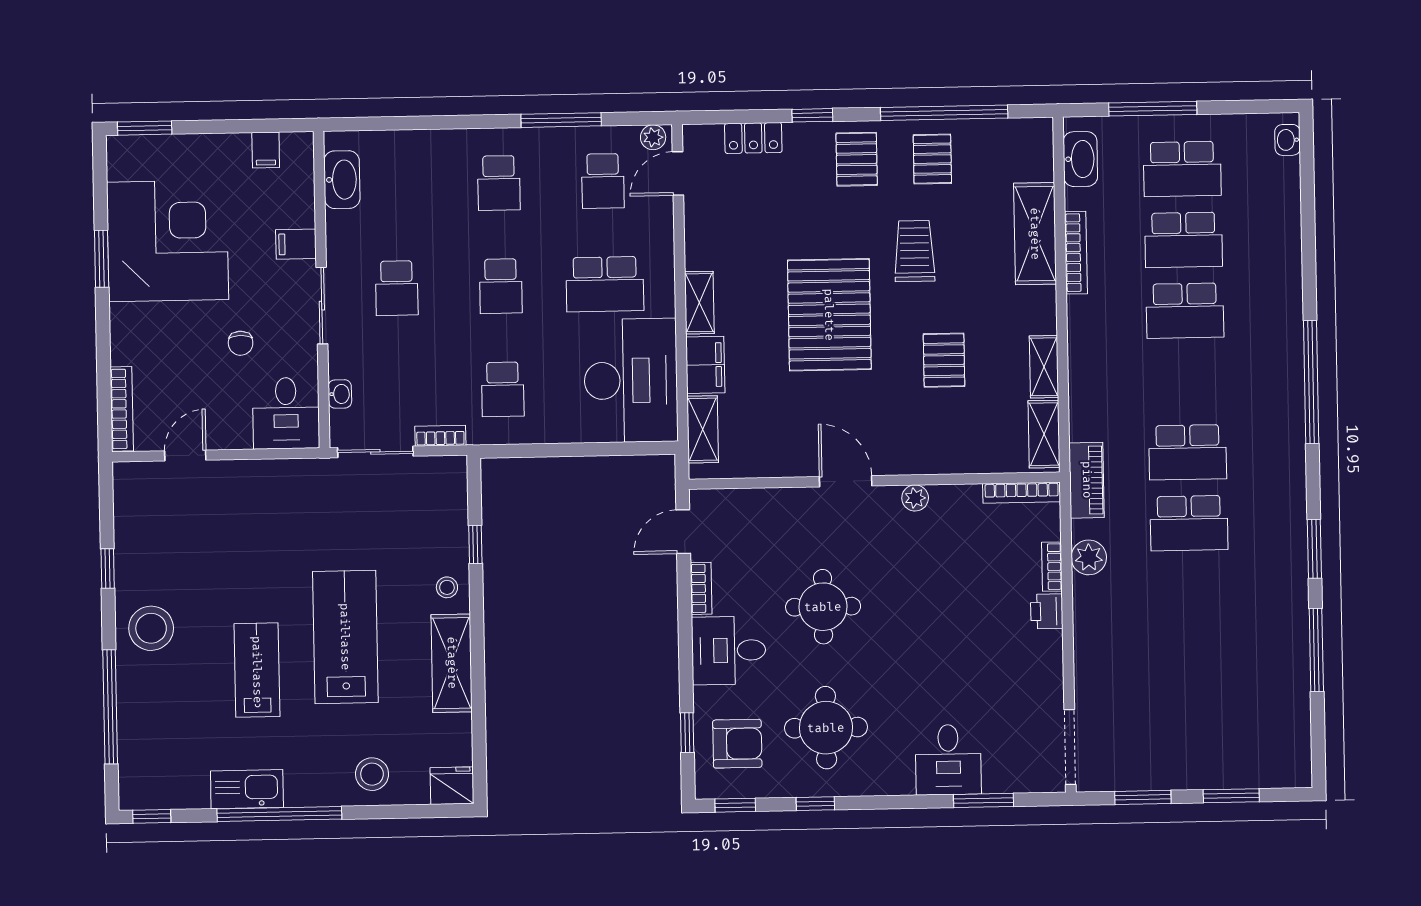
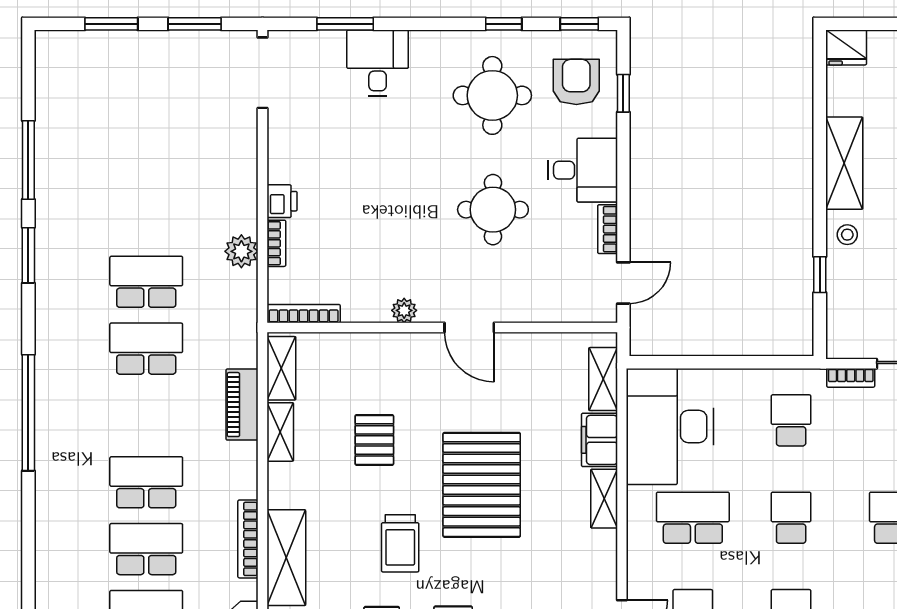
piano: (1087, 480) -> (242, 405), moved
armchair: (737, 744) -> (576, 82), turned 90

